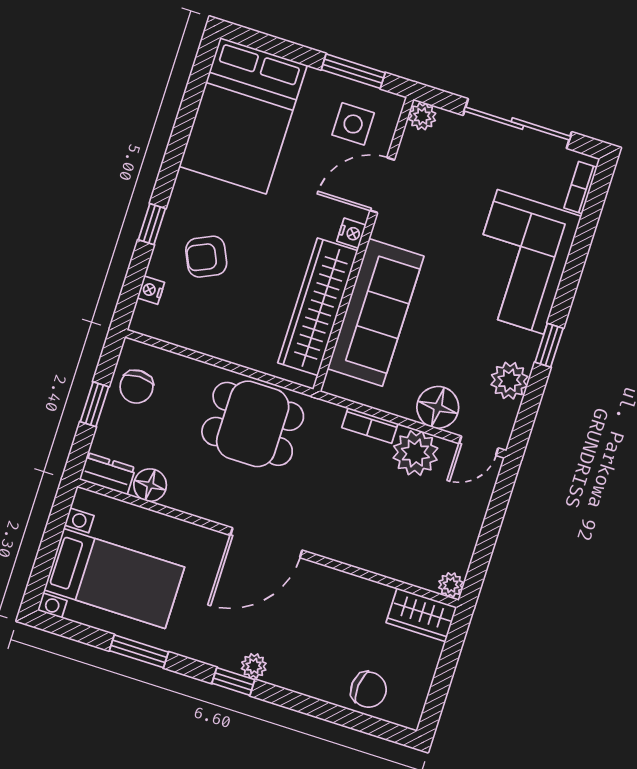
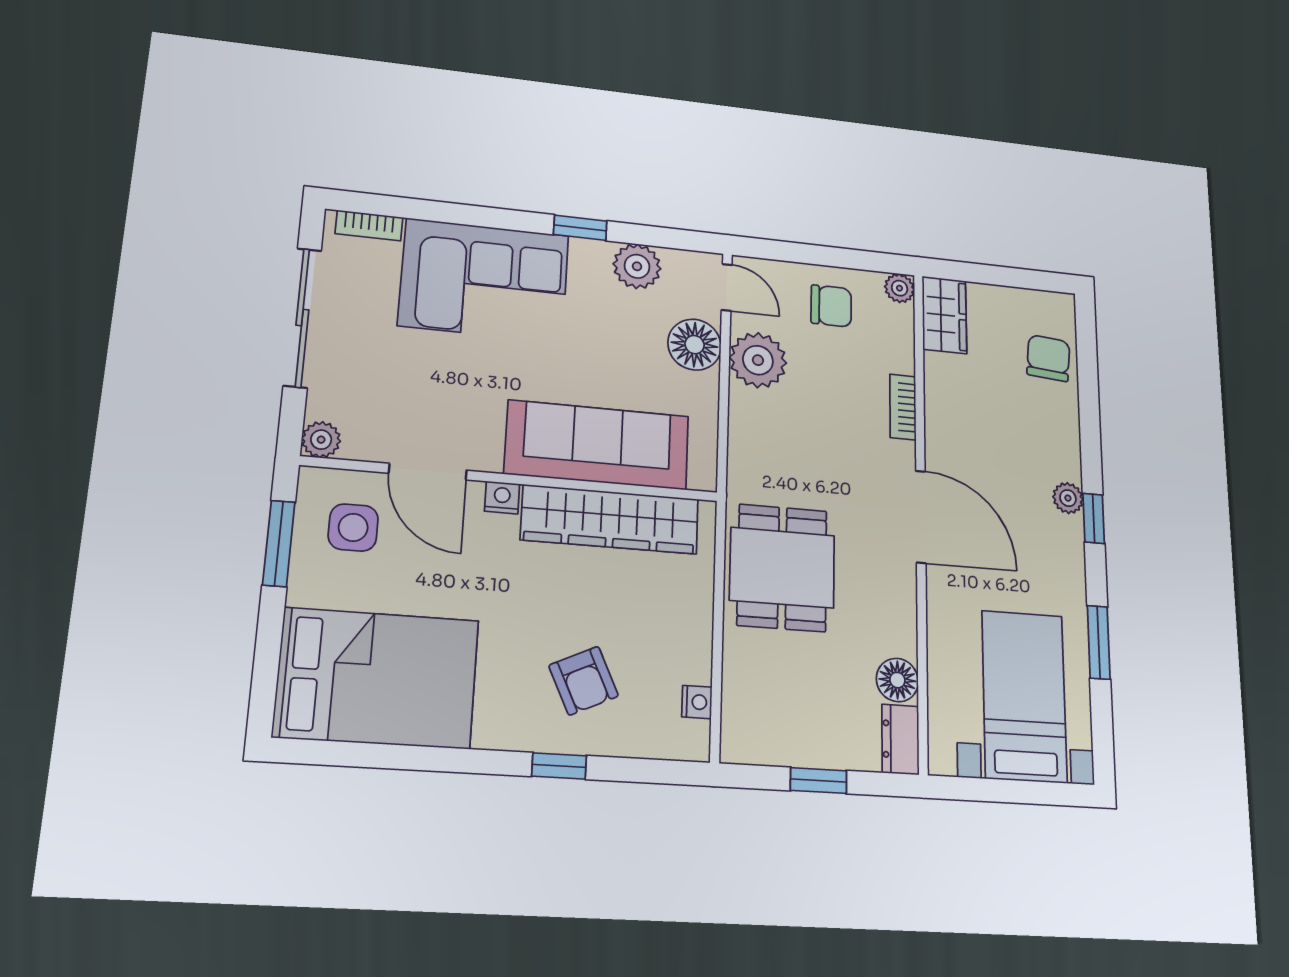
nightstand: (151, 290) -> (697, 702), moved, turned -90
chair: (137, 387) -> (831, 306), moved
bookcase: (370, 426) -> (903, 407), moved, turned 180

